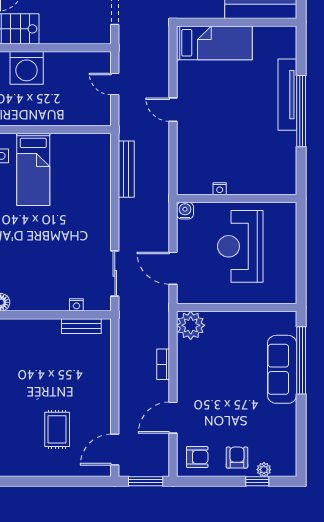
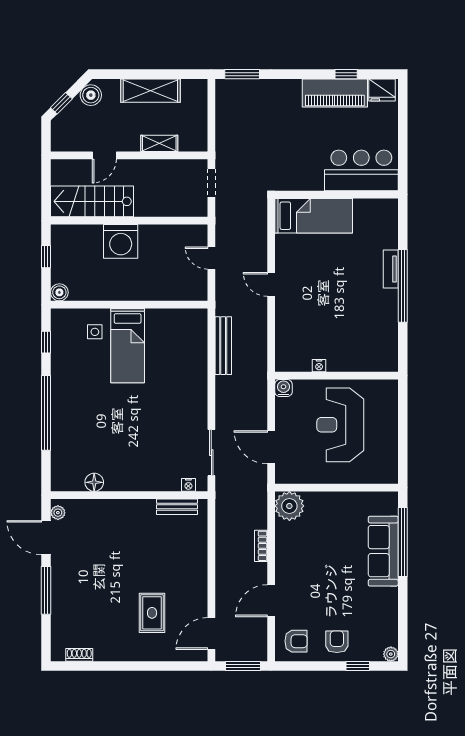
tv unit: (287, 95) -> (391, 269), width x0.52, depth x0.78
nightstand: (76, 305) -> (188, 485), moved
plant: (264, 470) -> (391, 654), moved

